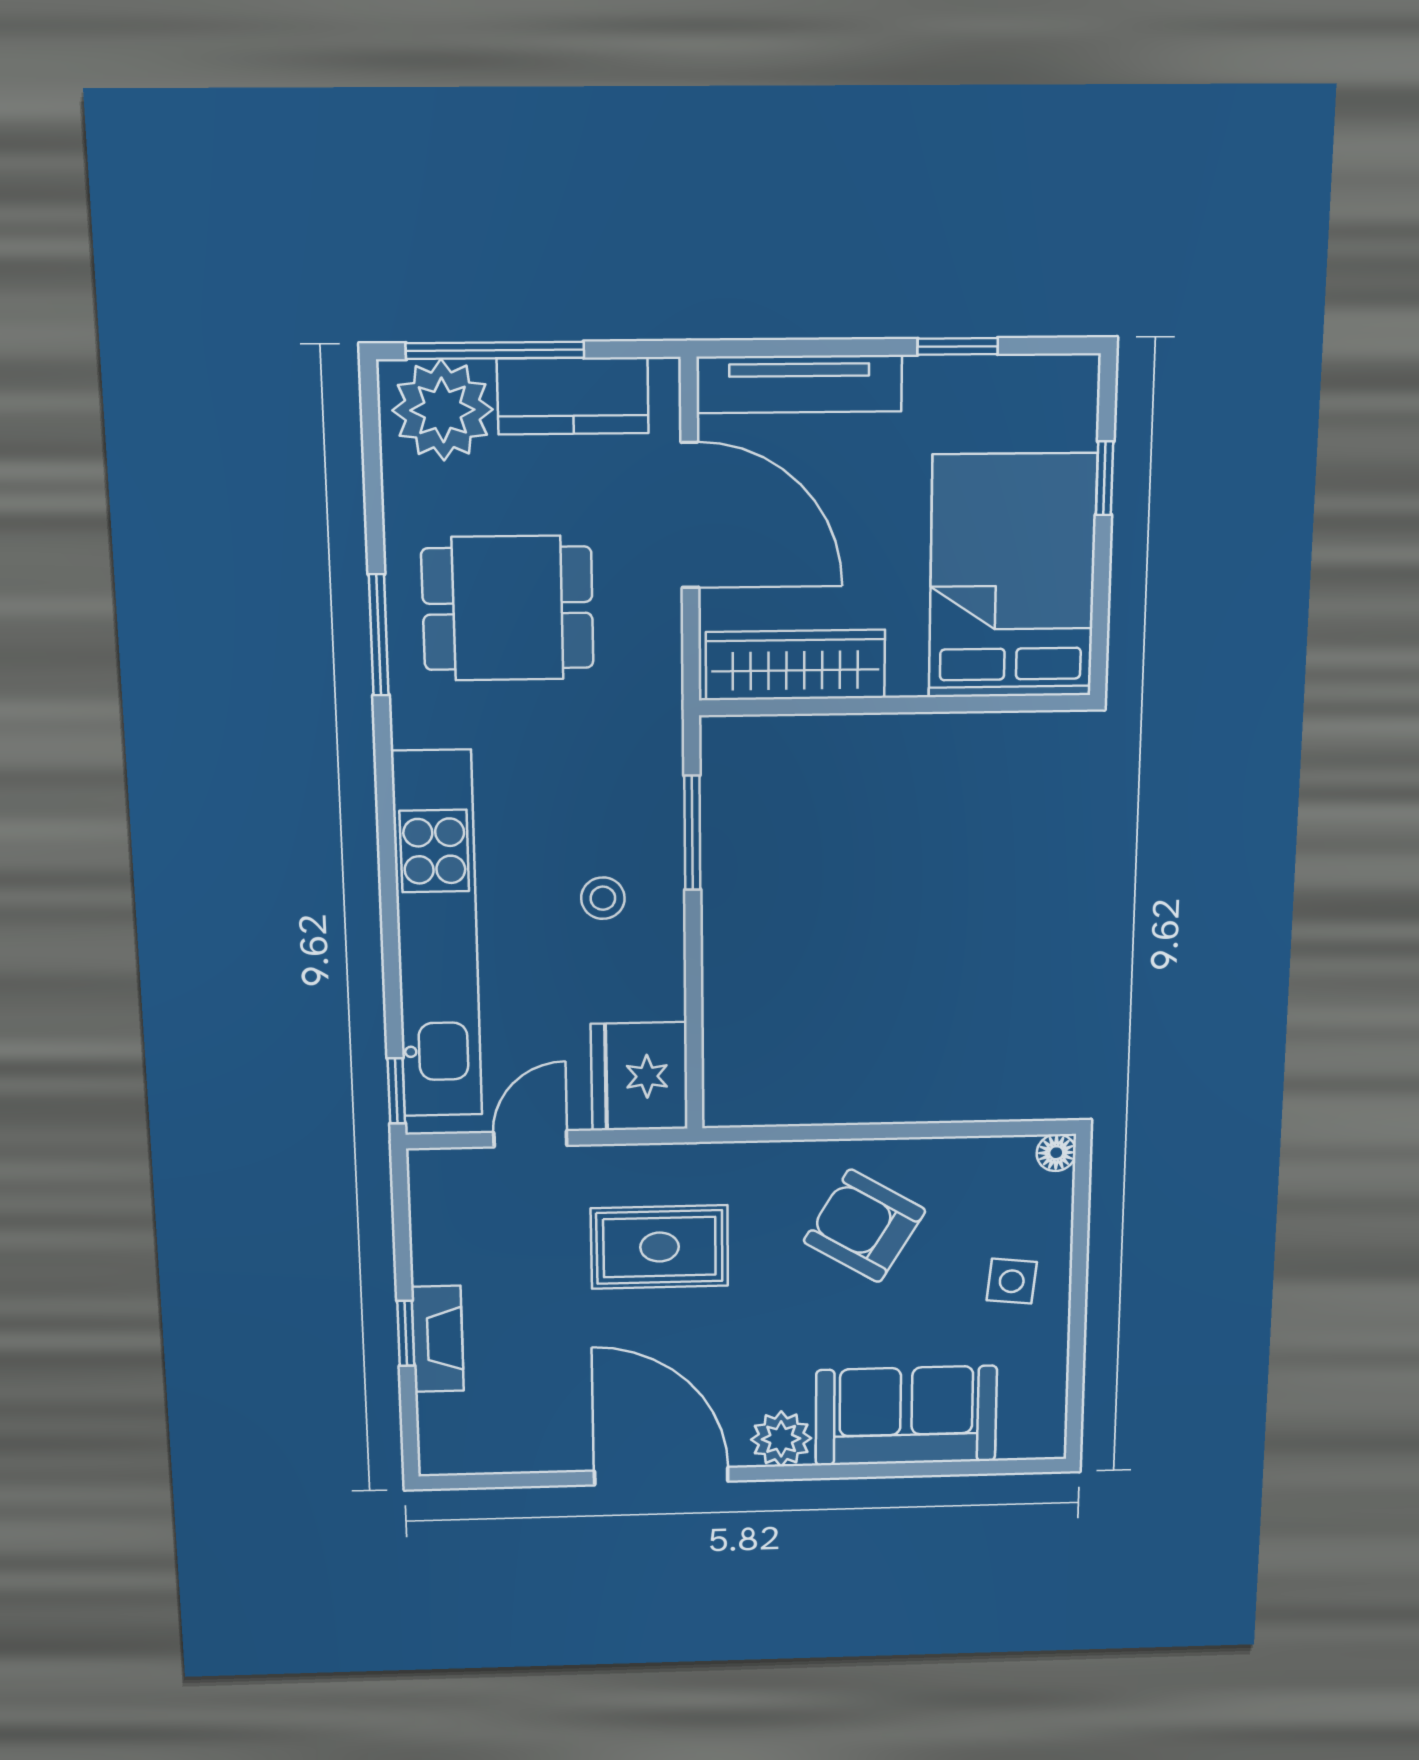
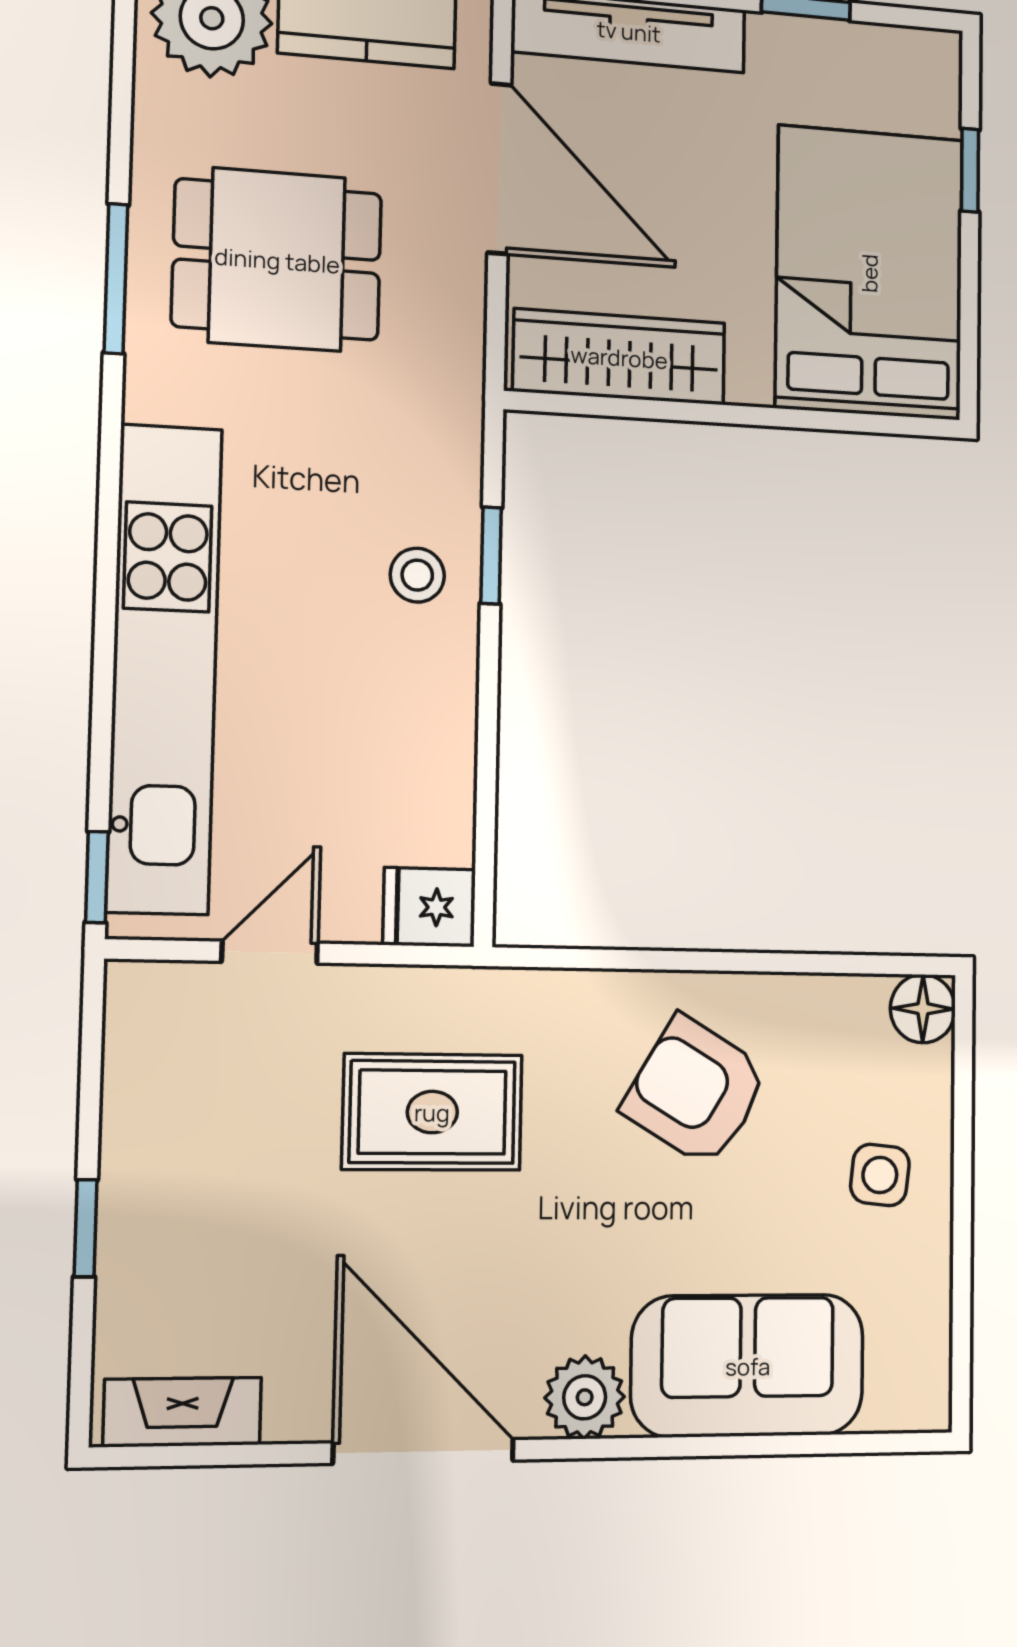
window: (692, 833) -> (491, 555), width x0.67
stool: (603, 898) -> (417, 575), moved
fridge: (639, 1076) -> (429, 907), width x0.53, depth x0.75
floor lamp: (1056, 1153) -> (923, 1009), width x1.37, depth x1.37
fireplace: (438, 1339) -> (182, 1412), moved, turned -90

